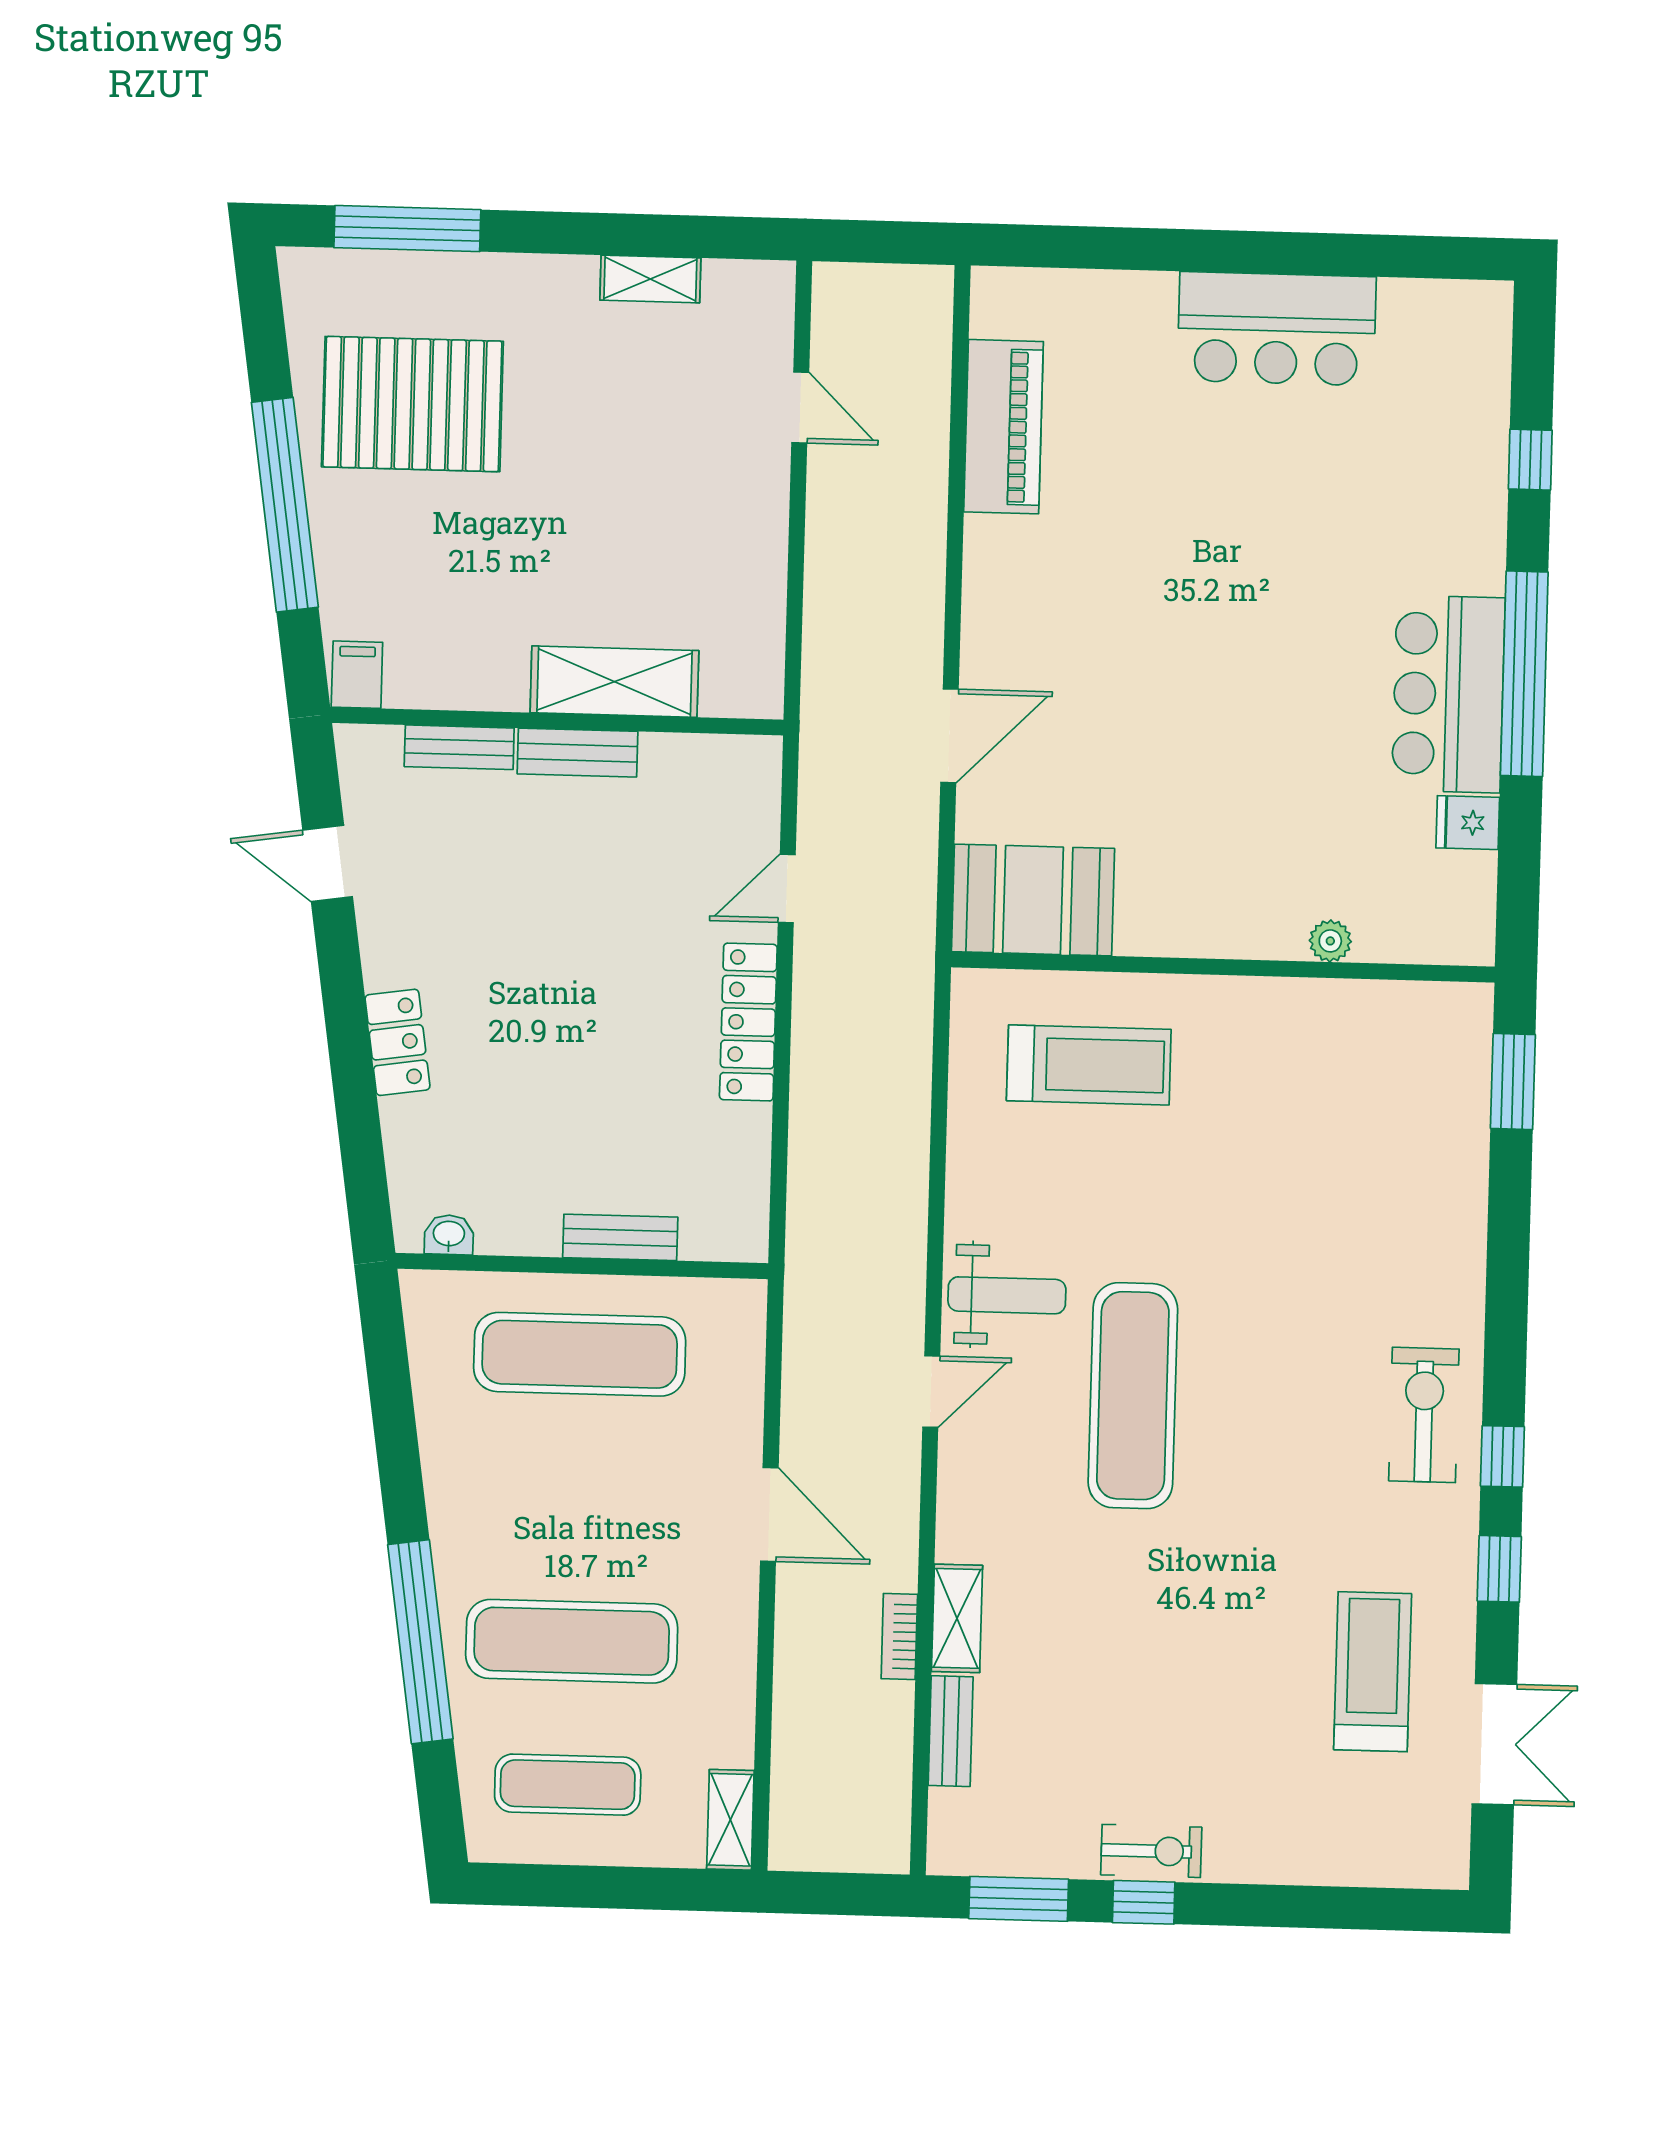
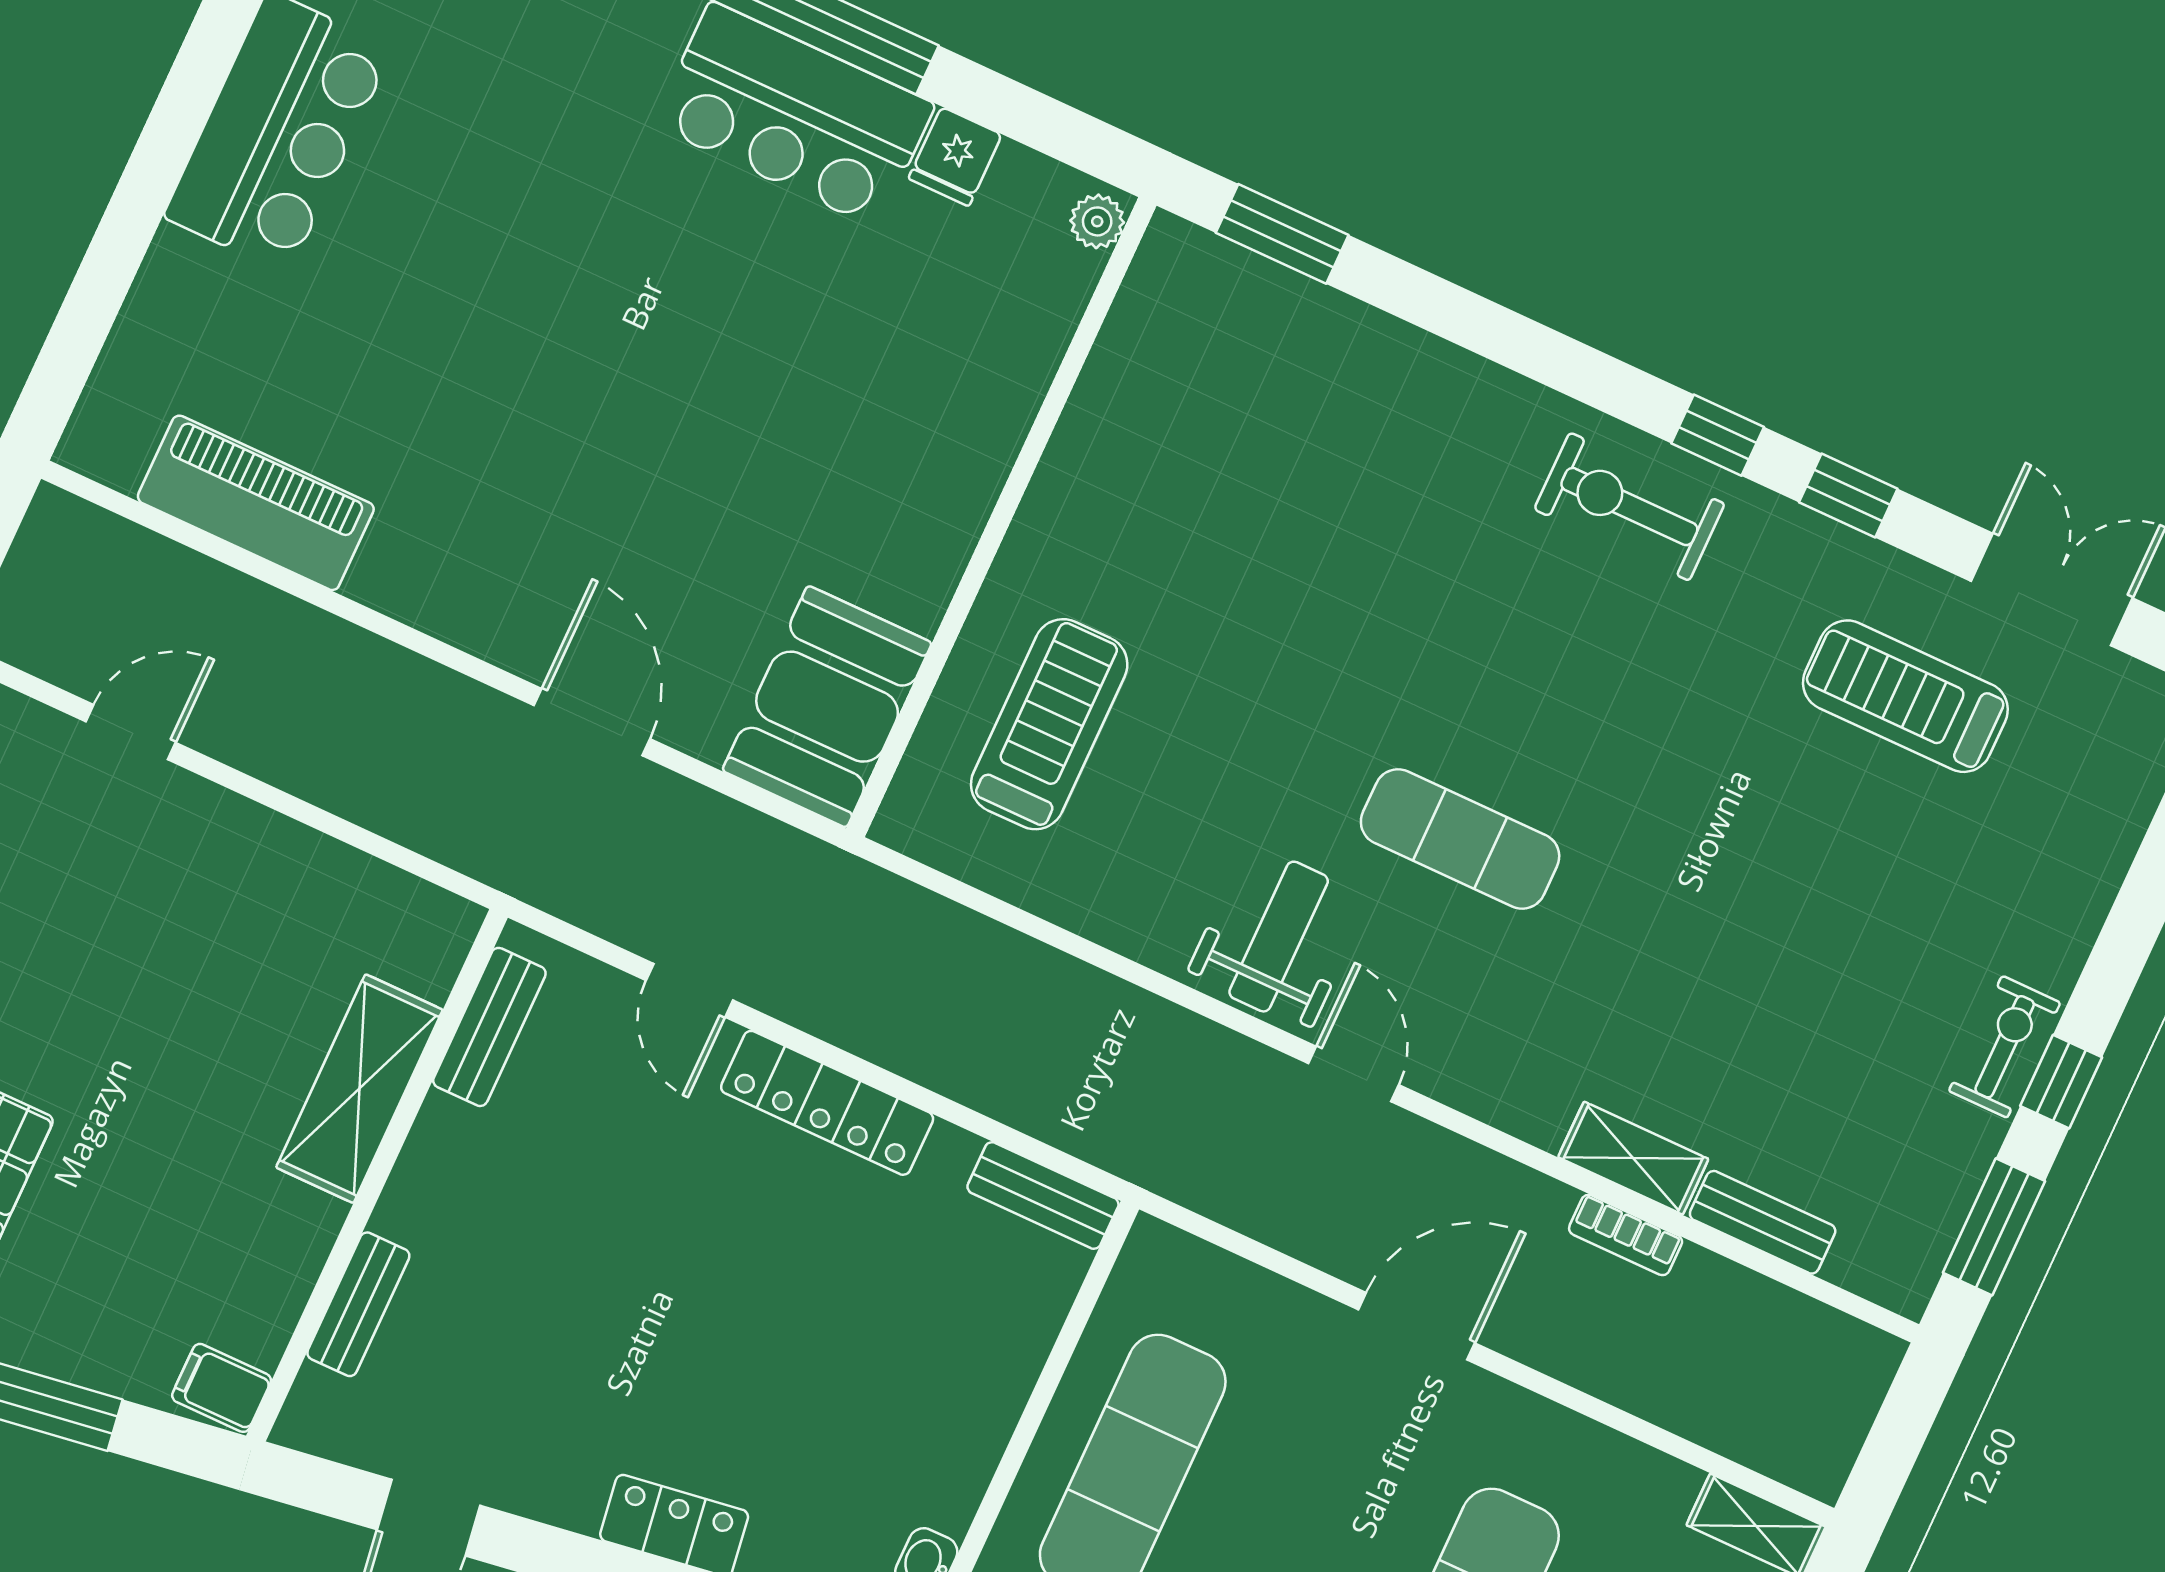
bench: (577, 753) -> (489, 1027), moved
plant: (1330, 941) -> (1097, 221), moved
bench: (620, 1237) -> (1043, 1195), moved, turned 90
exercise mat: (1133, 1396) -> (1460, 839), width x0.73, depth x0.69

